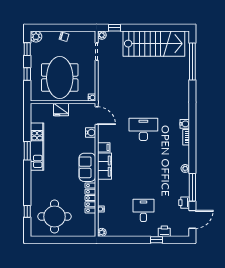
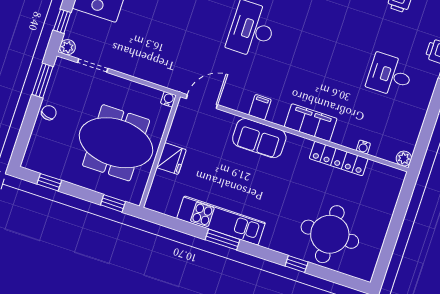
window: (80, 28) -> (43, 80), added
plant: (36, 37) -> (33, 160), removed
window: (27, 74) -> (113, 203), moved
water cooler: (91, 133) -> (227, 121), removed
filing cabinet: (104, 166) -> (311, 123), moved
sofa: (87, 167) -> (259, 138), moved
window: (27, 211) -> (297, 264), moved
round table: (55, 217) -> (330, 234), moved

